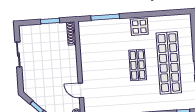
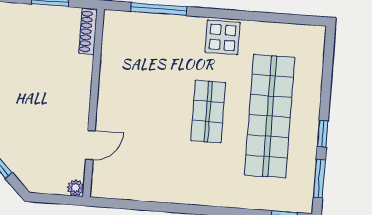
door: (81, 90) -> (90, 145), swing flipped

